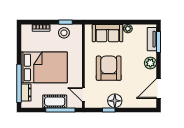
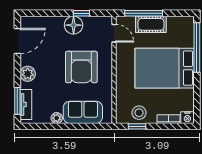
nightstand: (26, 29) -> (187, 118), added
dresser: (26, 92) -> (188, 36), removed

